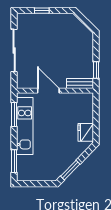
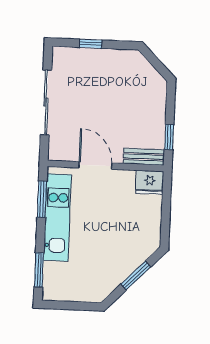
fridge: (86, 132) -> (150, 182), moved, turned -90
window: (70, 170) -> (136, 275), moved

